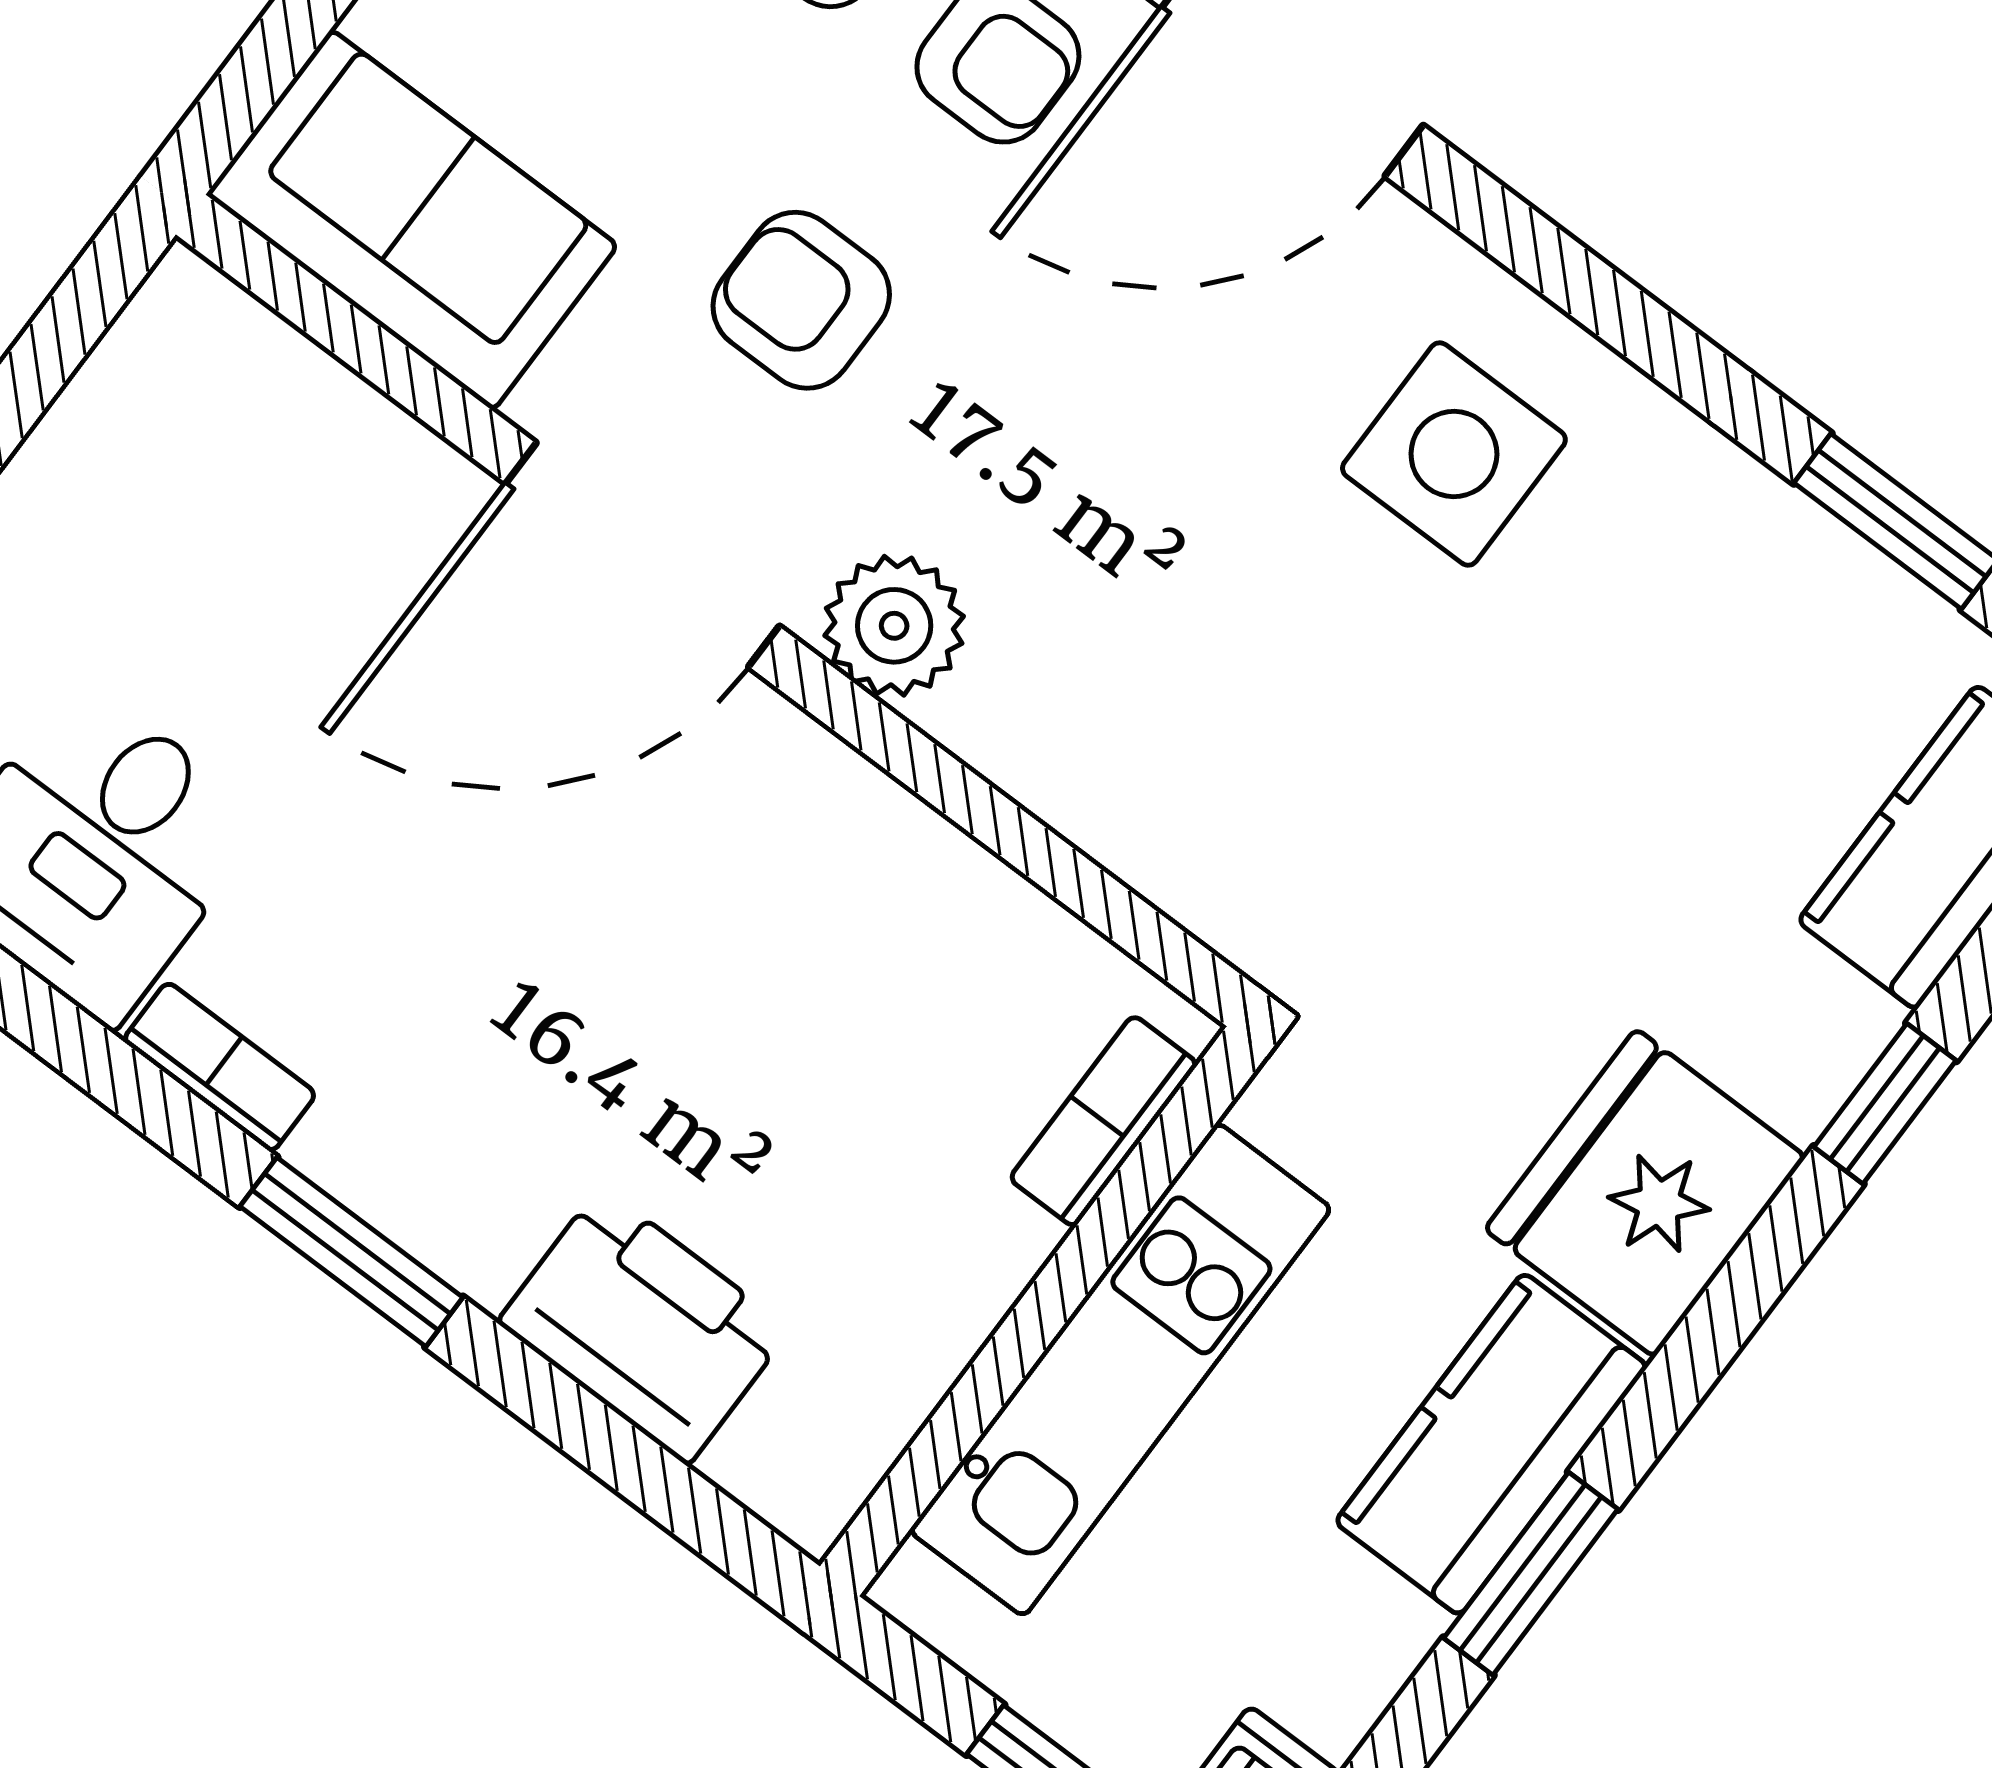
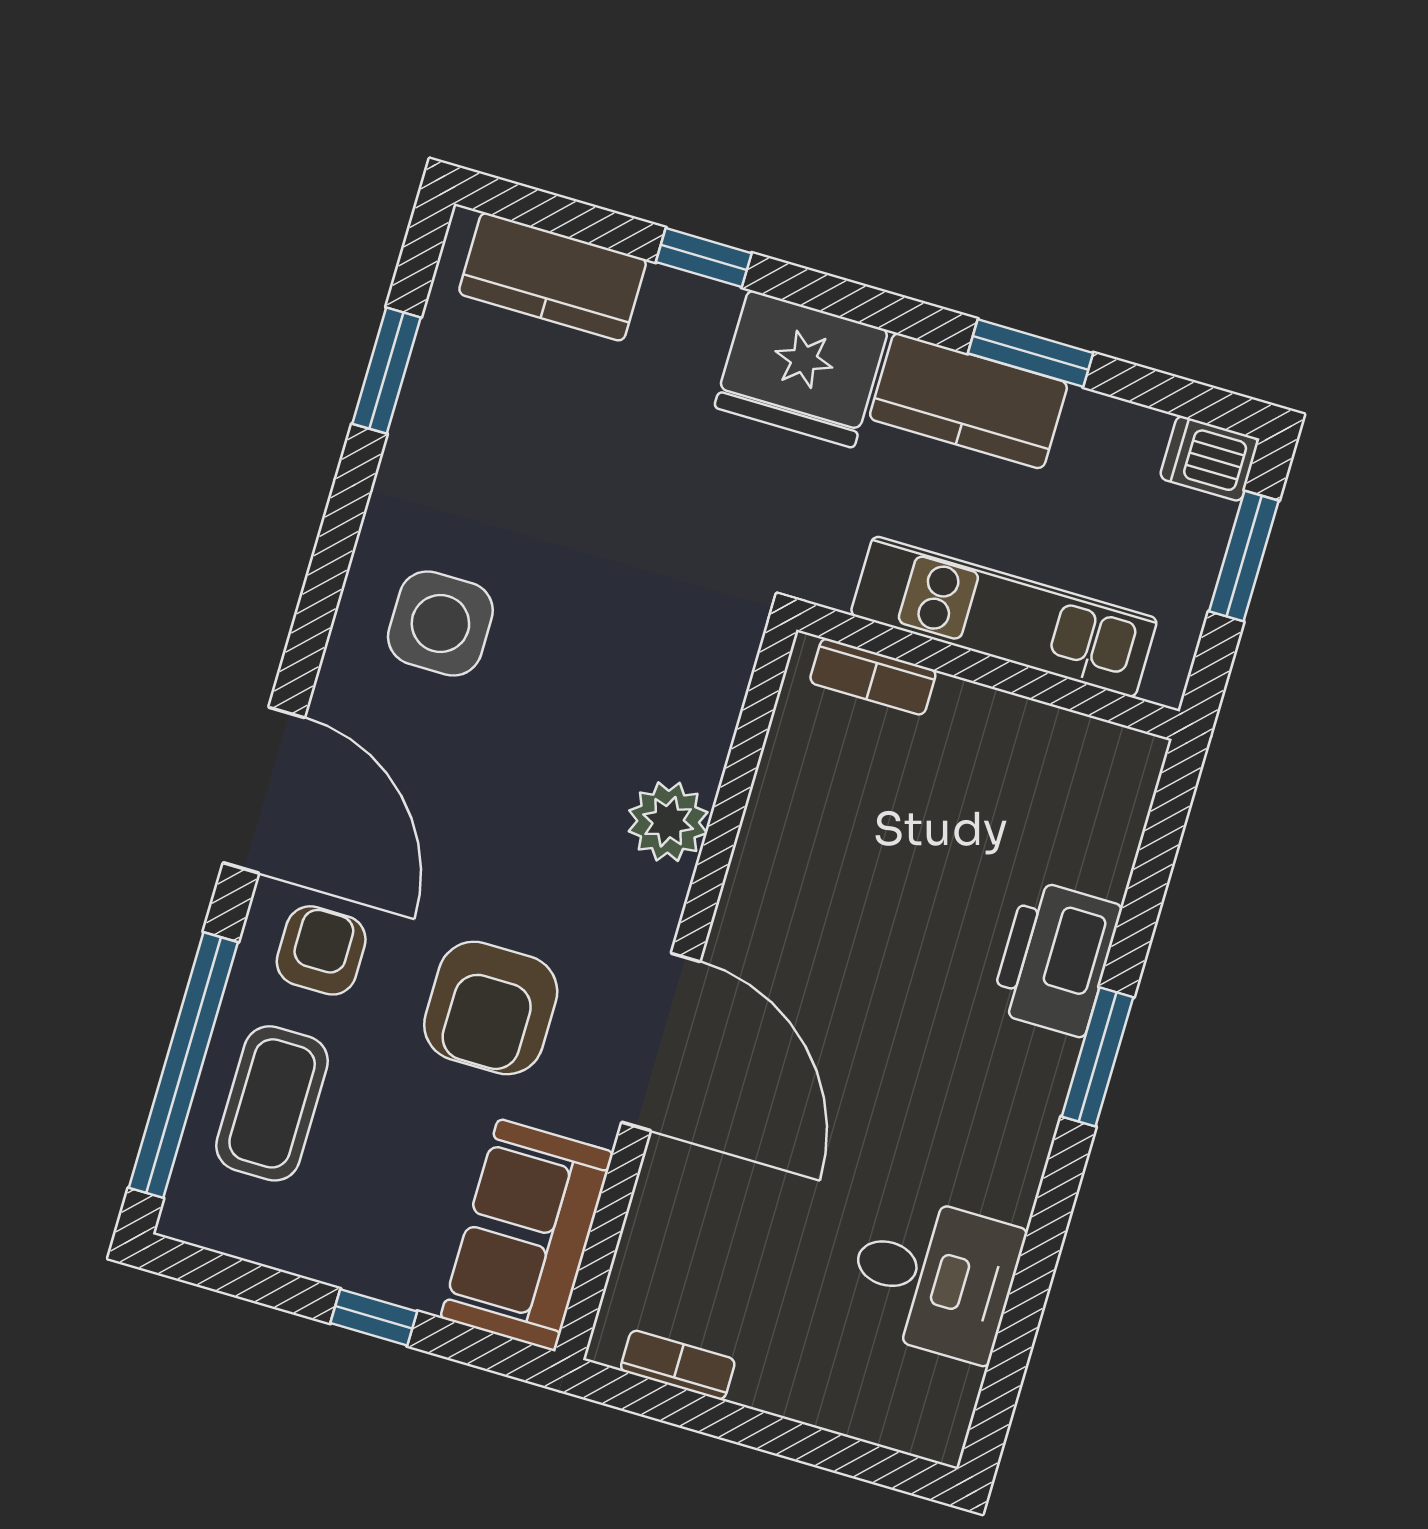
armchair: (801, 300) -> (491, 1008), width x1.38, depth x1.38
plant: (894, 626) -> (668, 822), moved
bookcase: (220, 1067) -> (678, 1365), moved, turned 90
printer: (644, 1326) -> (1056, 958), moved

